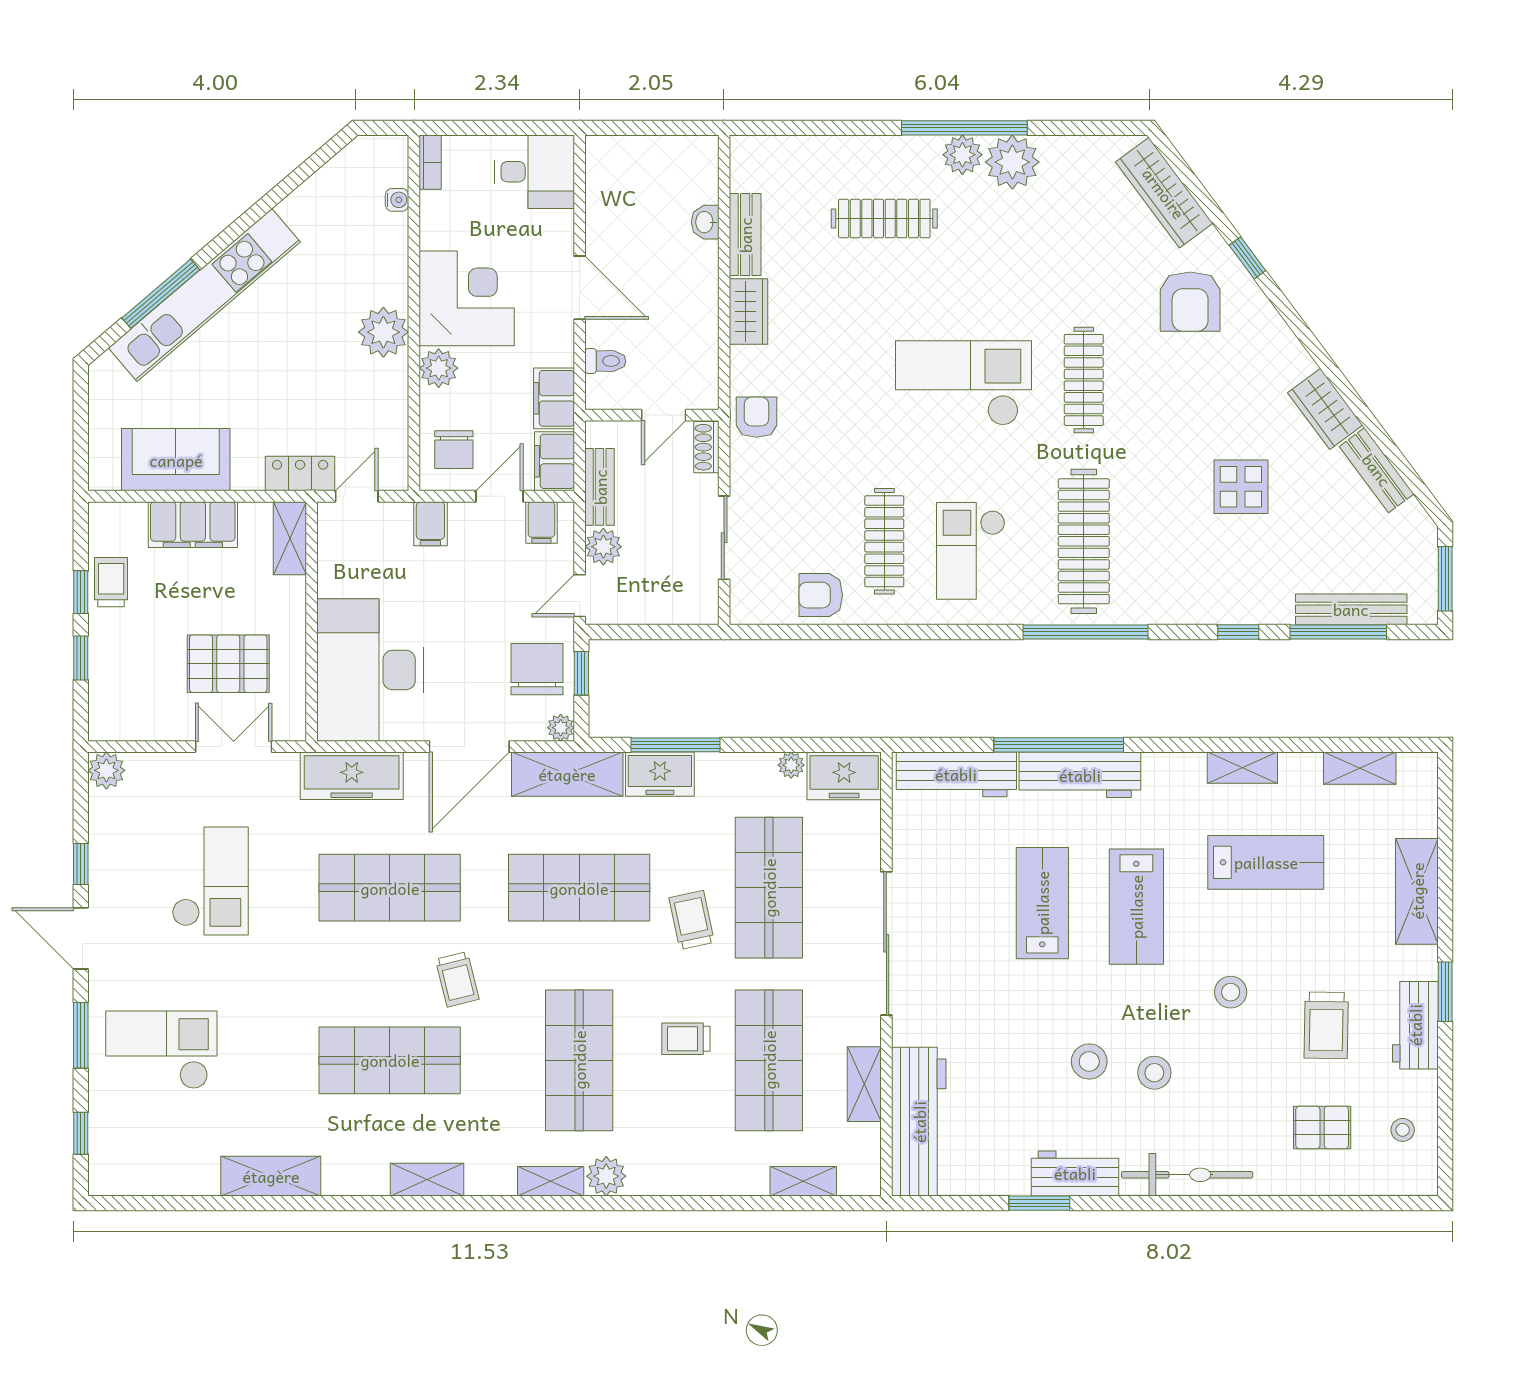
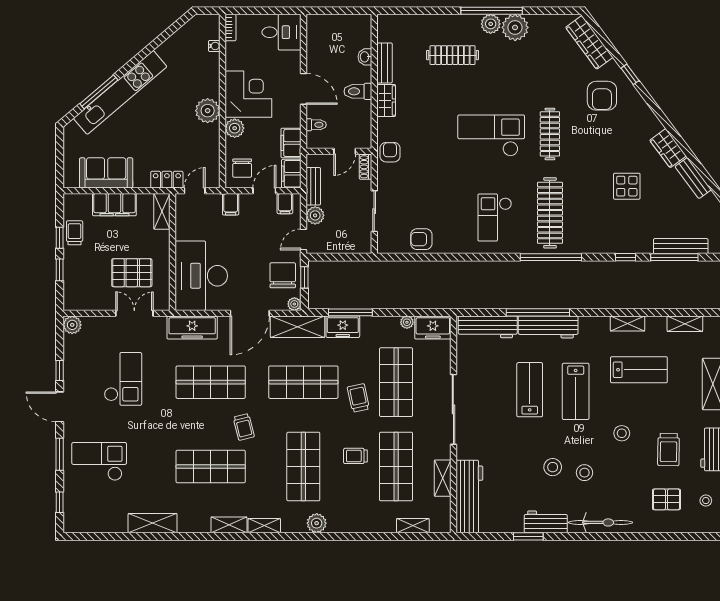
toilet: (691, 293) -> (358, 91), added
clothes rail: (884, 541) -> (453, 213), removed
shelving: (551, 1181) -> (264, 526), moved

